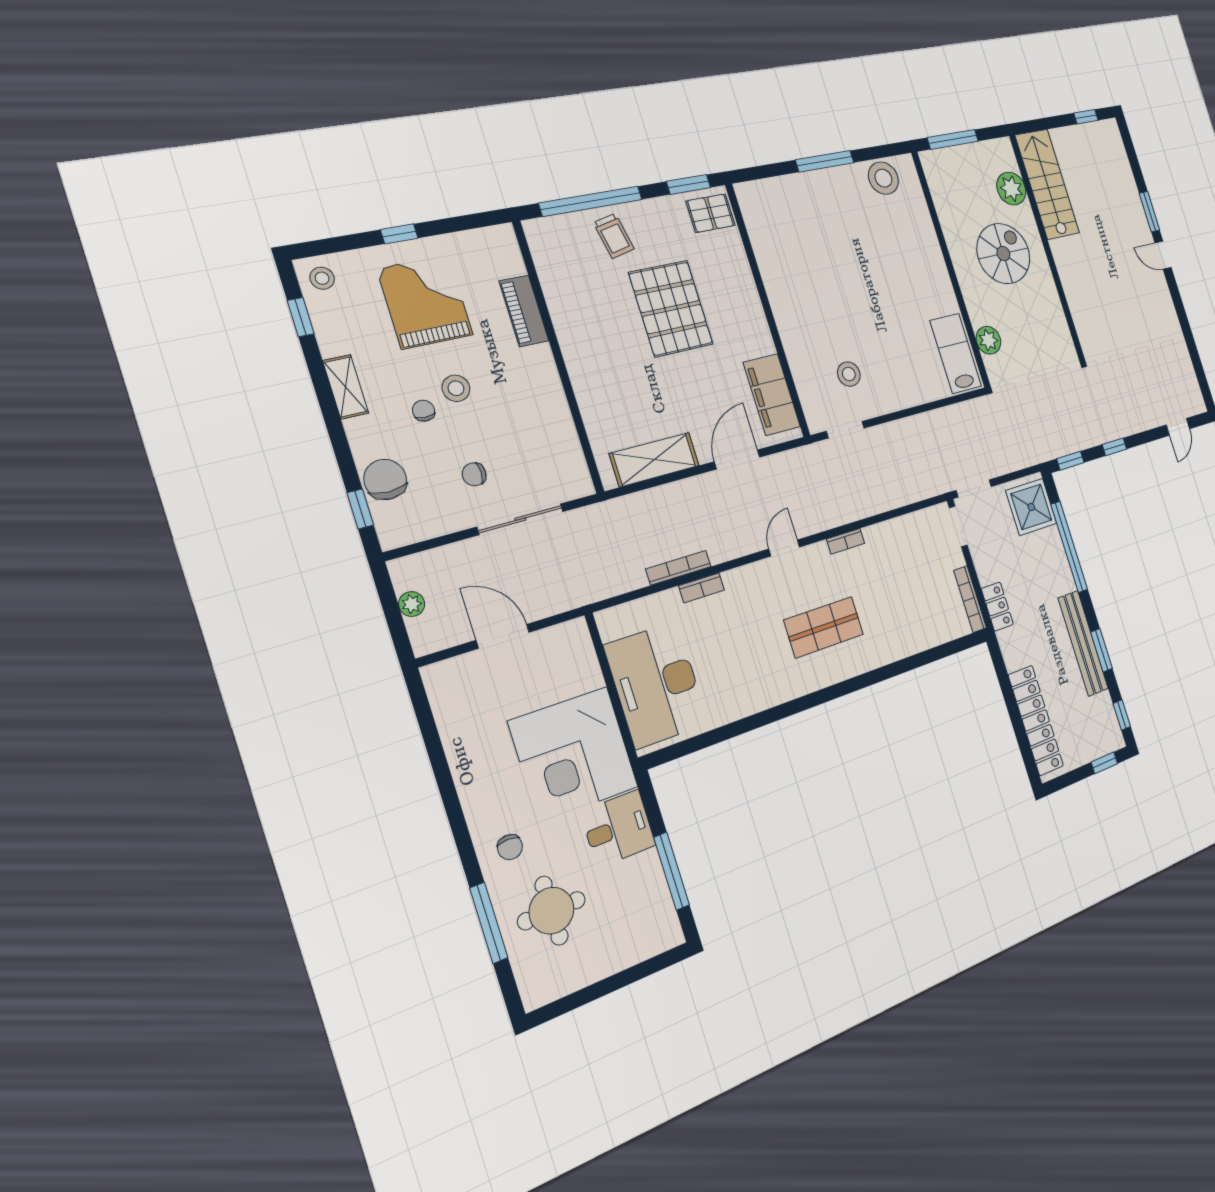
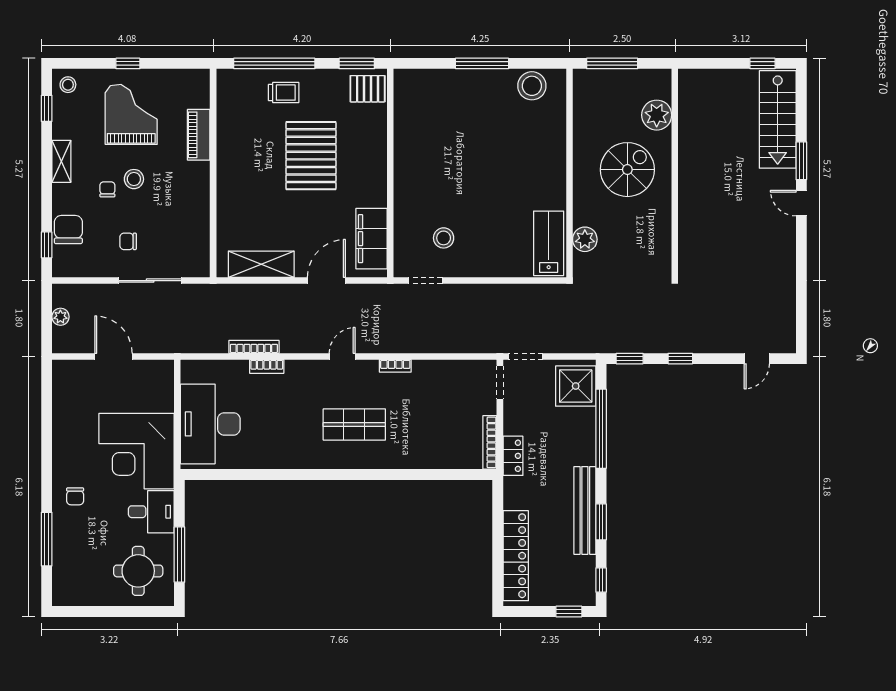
stairs: (1047, 184) -> (778, 119), moved, turned 180
trolley: (614, 236) -> (284, 93), turned -78
round table: (552, 911) -> (138, 571), moved

